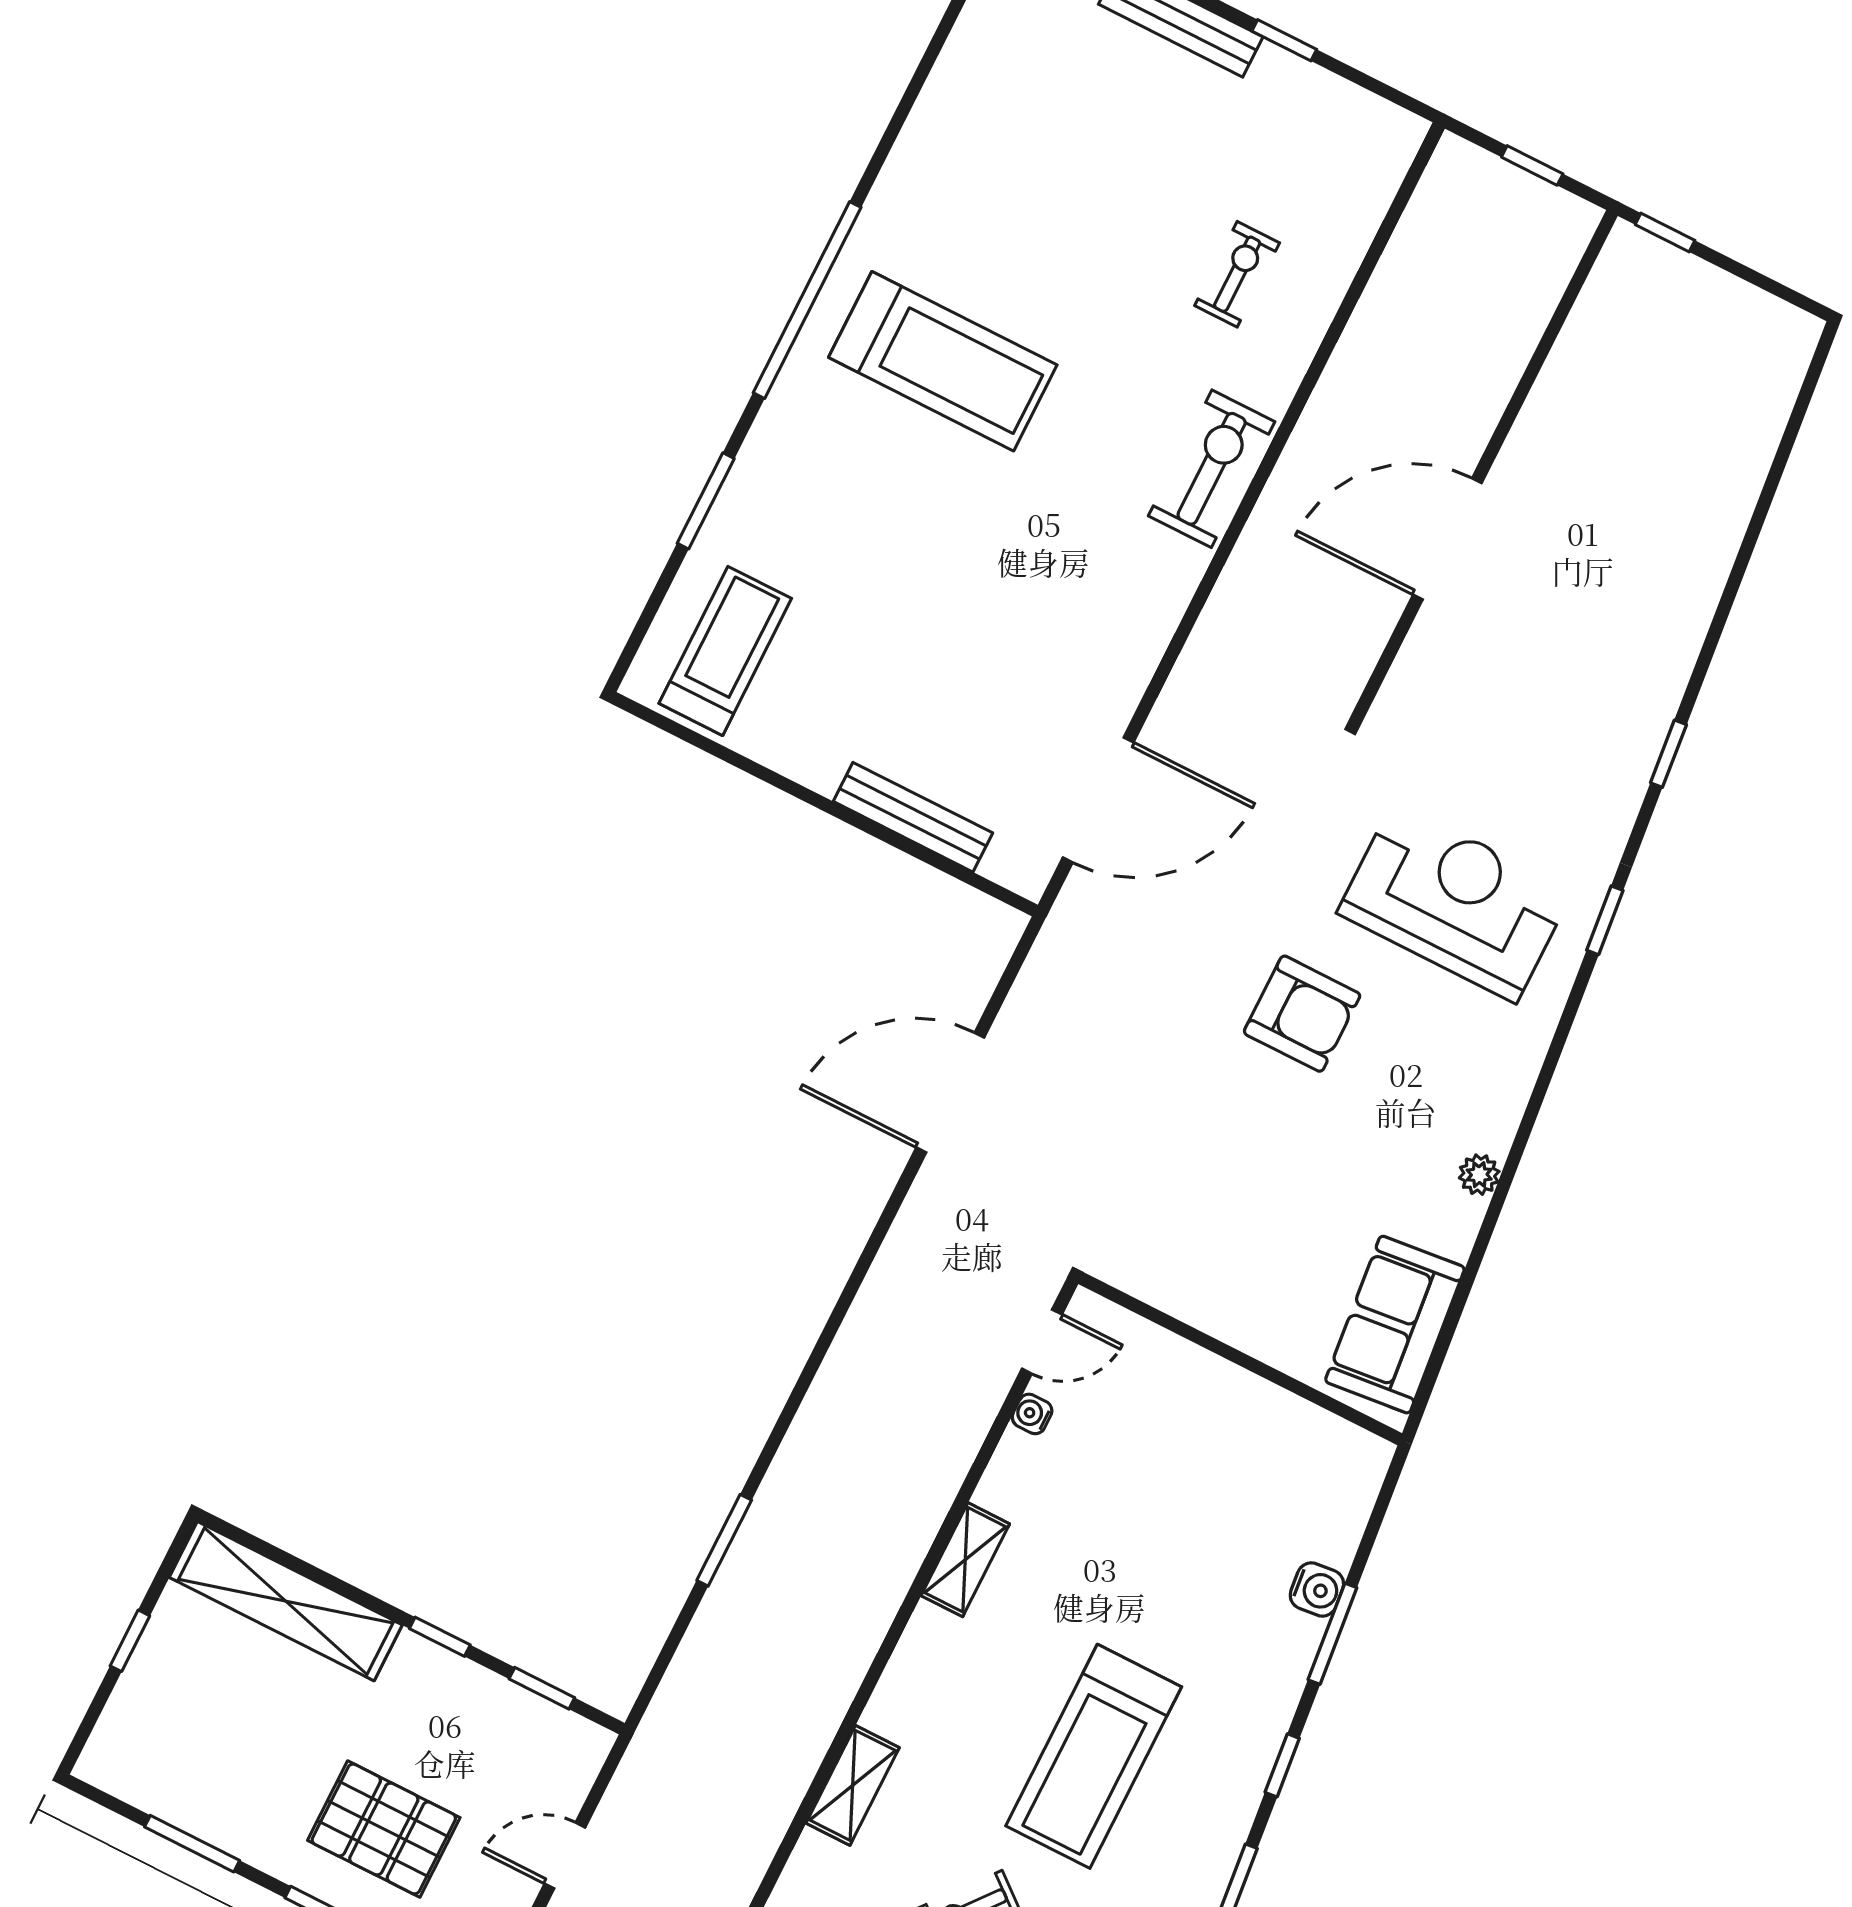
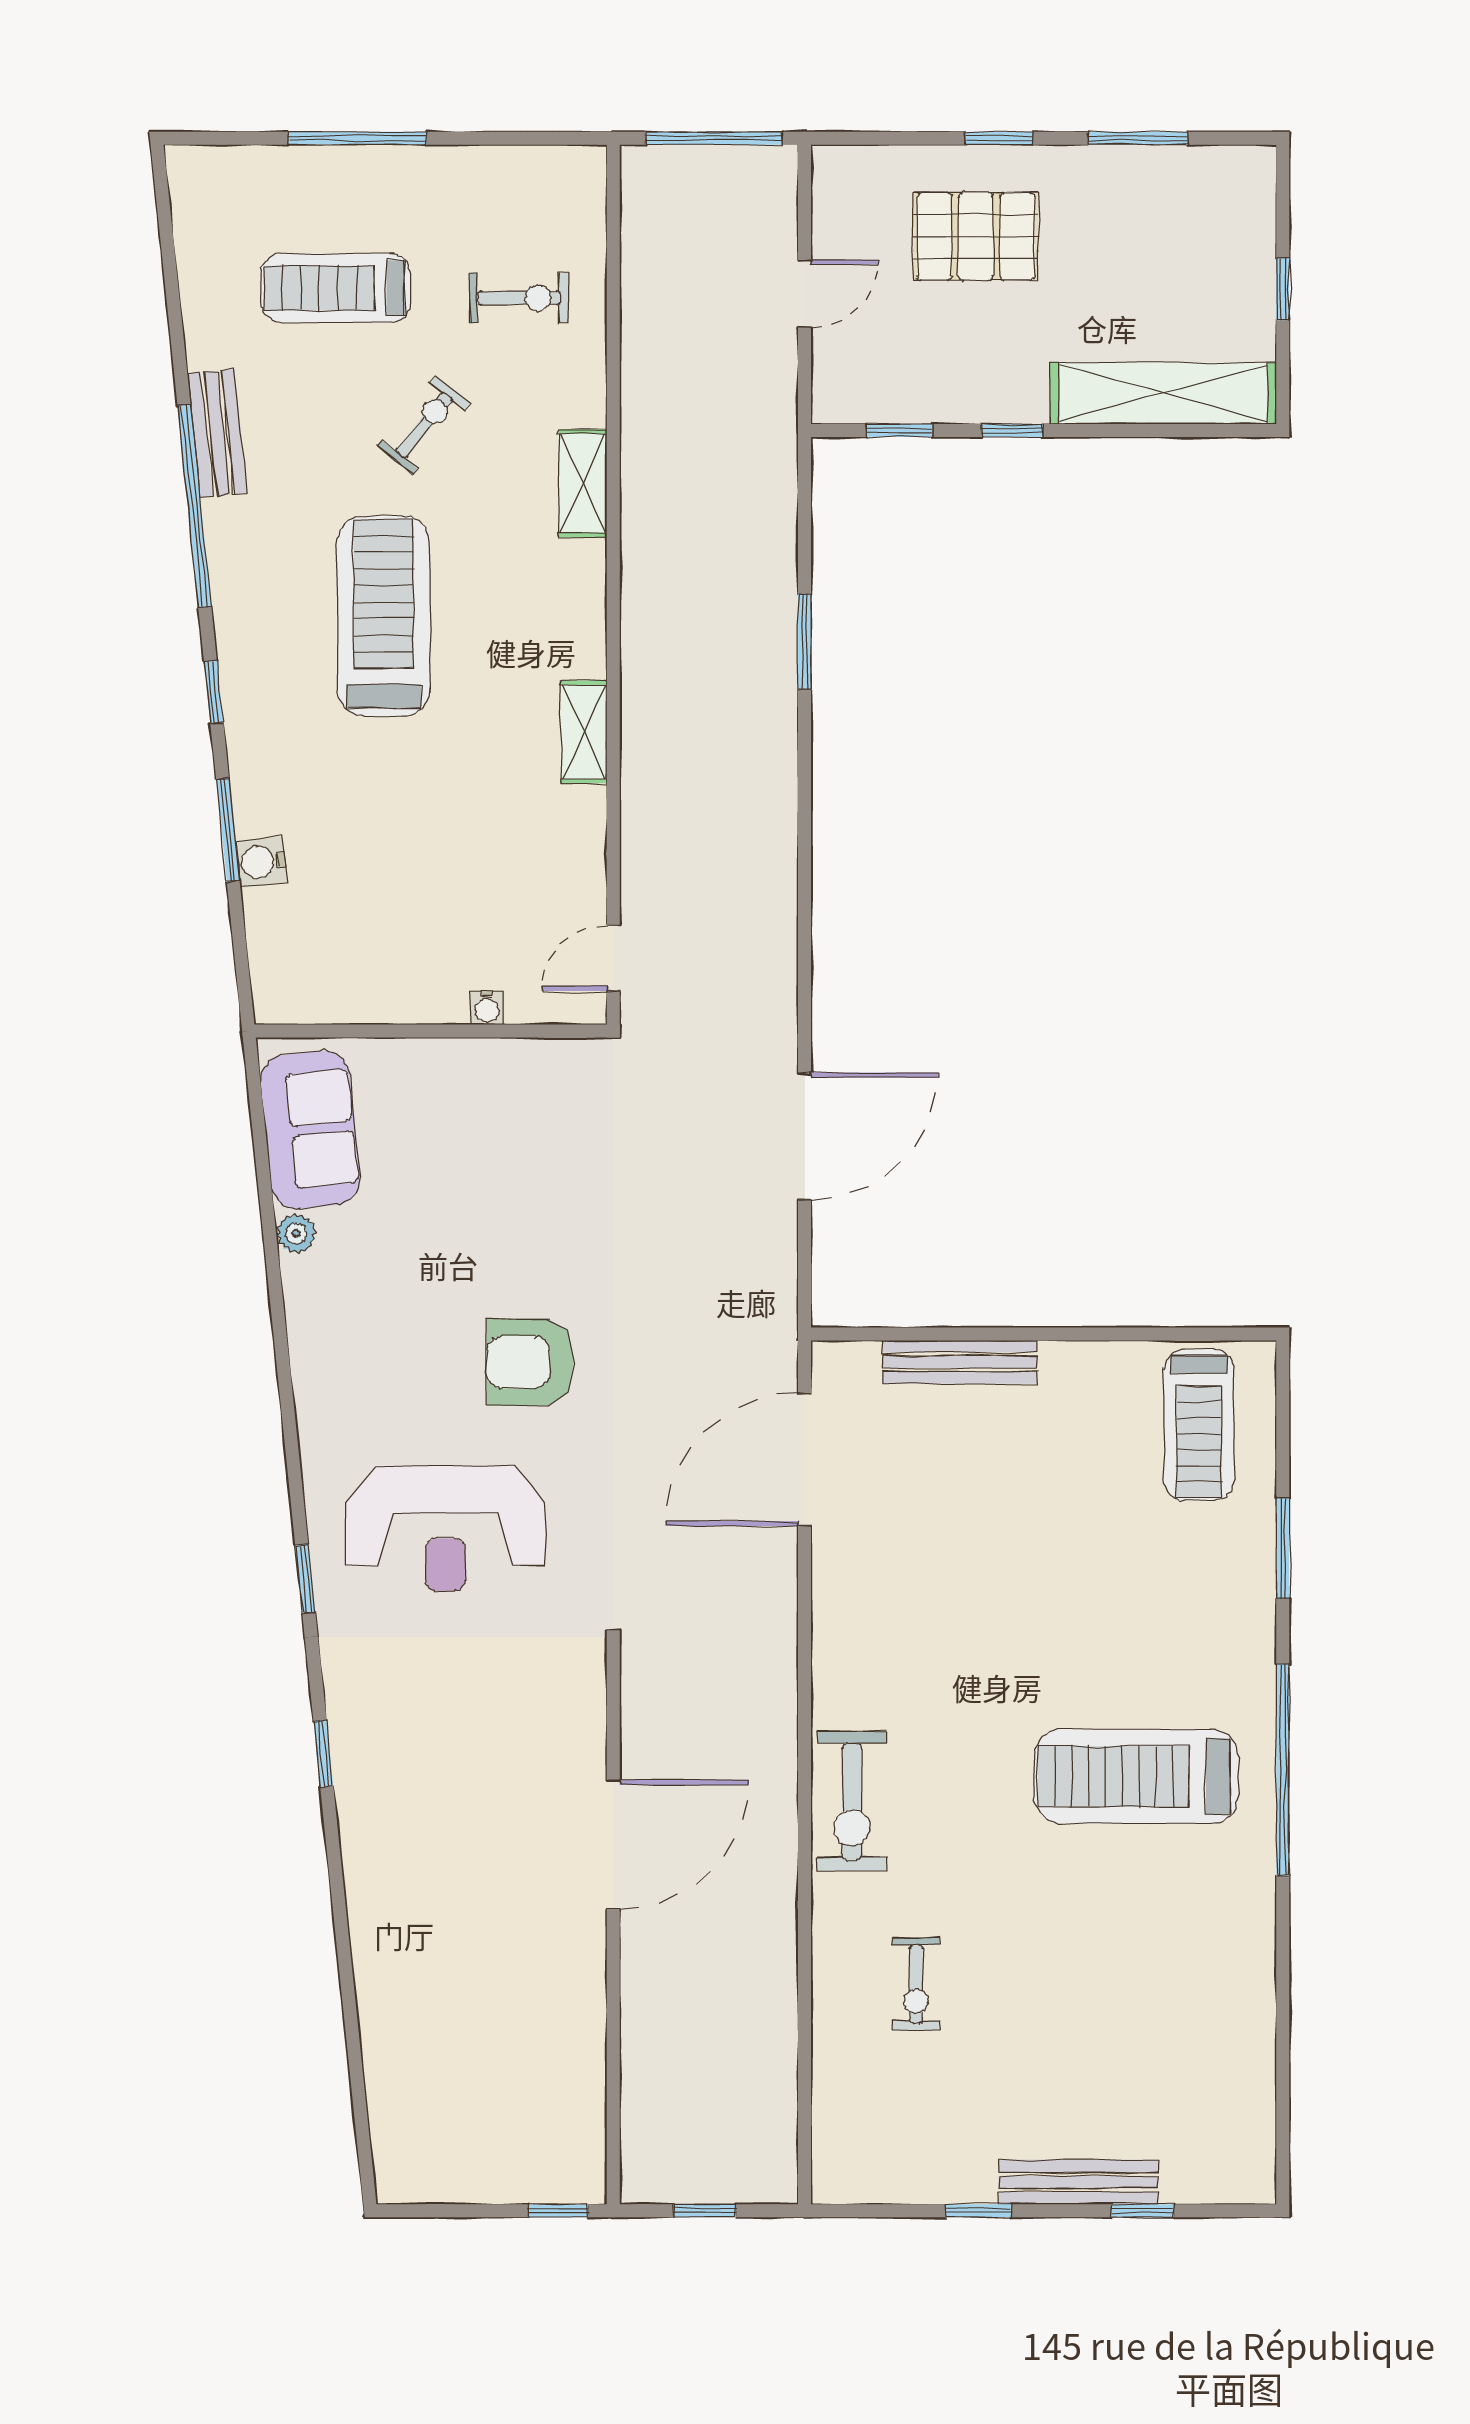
plant: (1479, 1175) -> (296, 1233), moved
water cooler: (1032, 1414) -> (487, 1008), moved, turned 90

